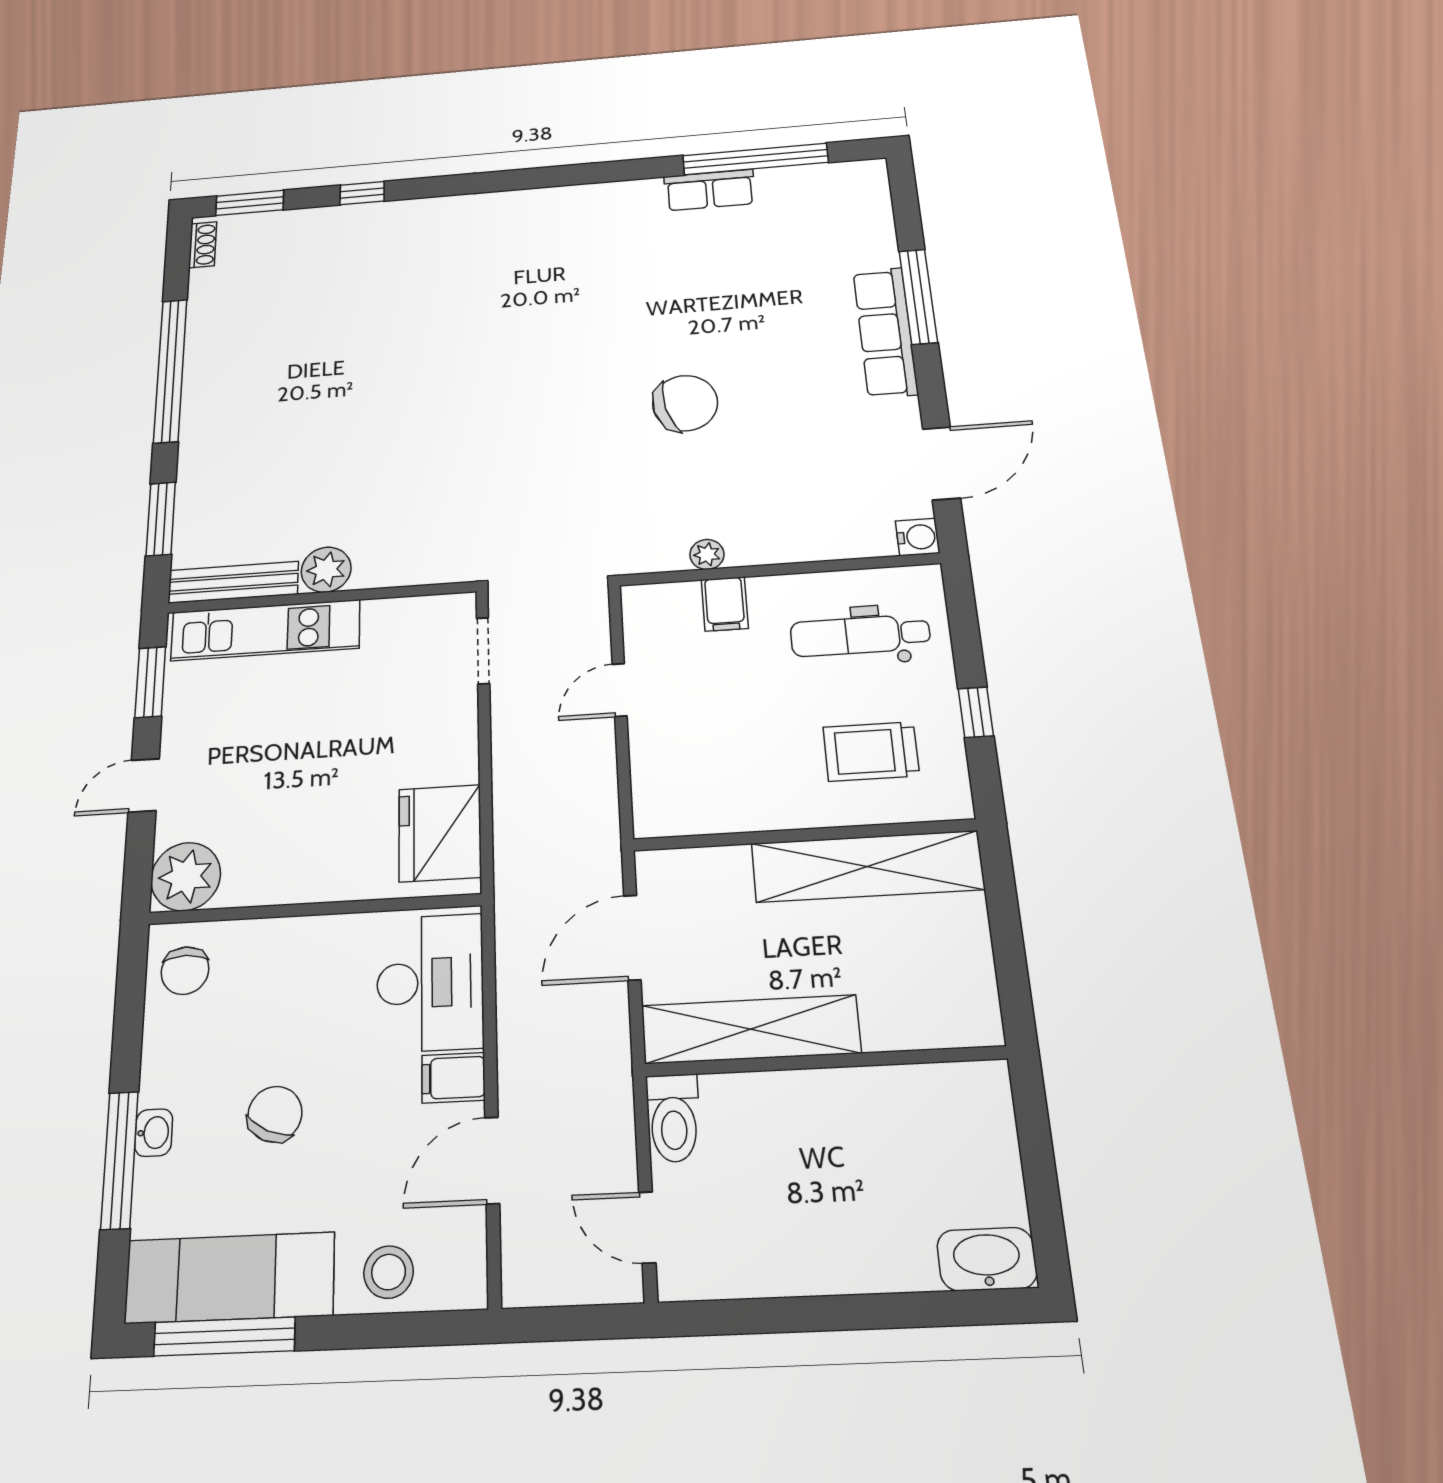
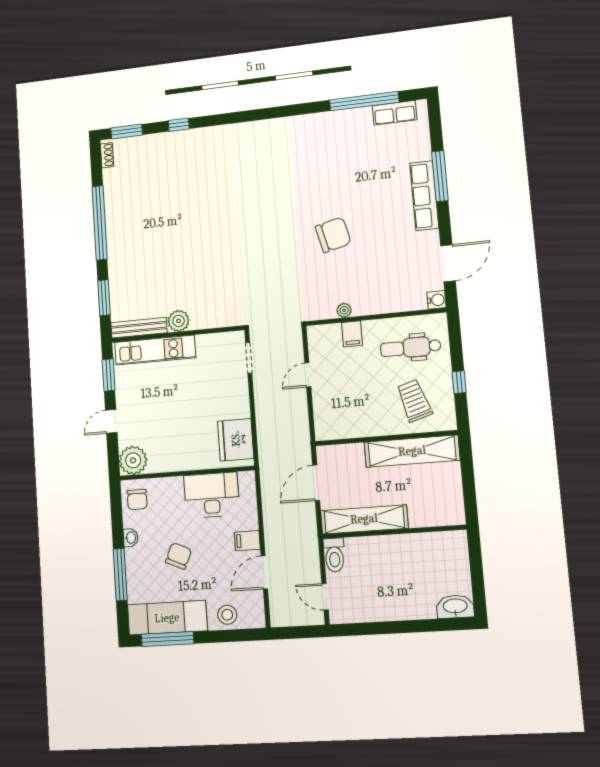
row of seats: (710, 190) -> (395, 113), moved
trolley: (871, 751) -> (414, 401), turned 73
desk: (430, 983) -> (212, 495), moved, turned -90
washbasin: (154, 1133) -> (131, 538), moved

